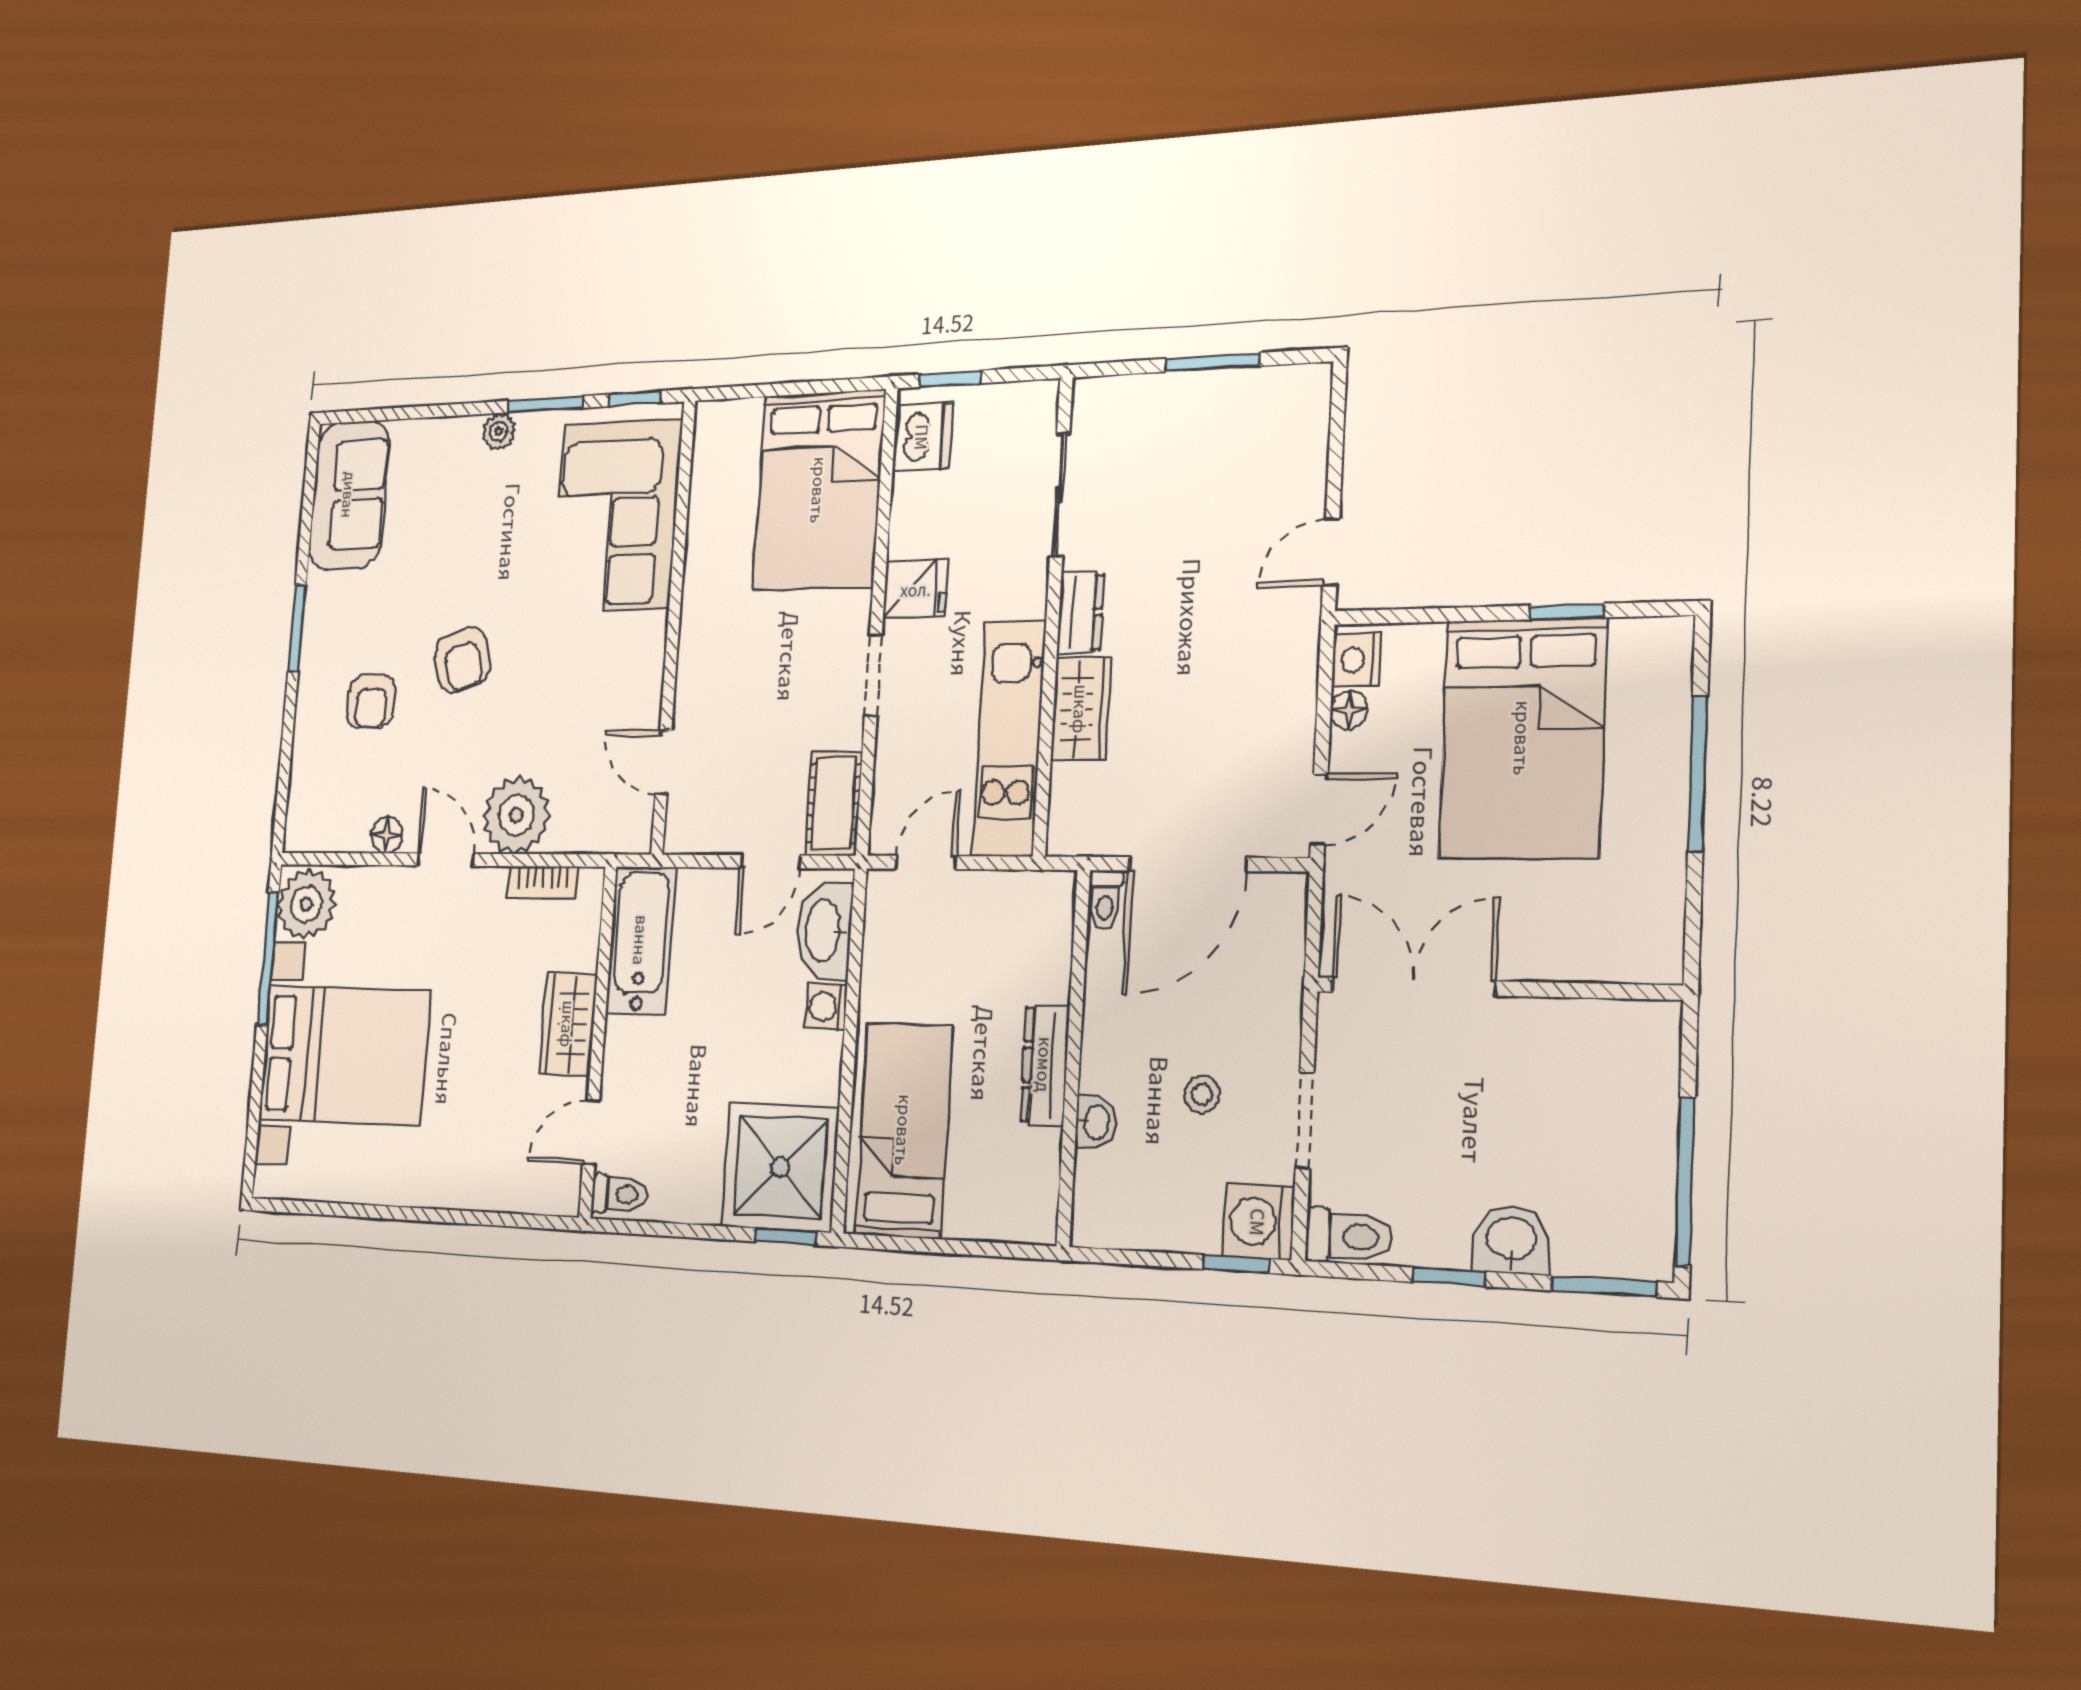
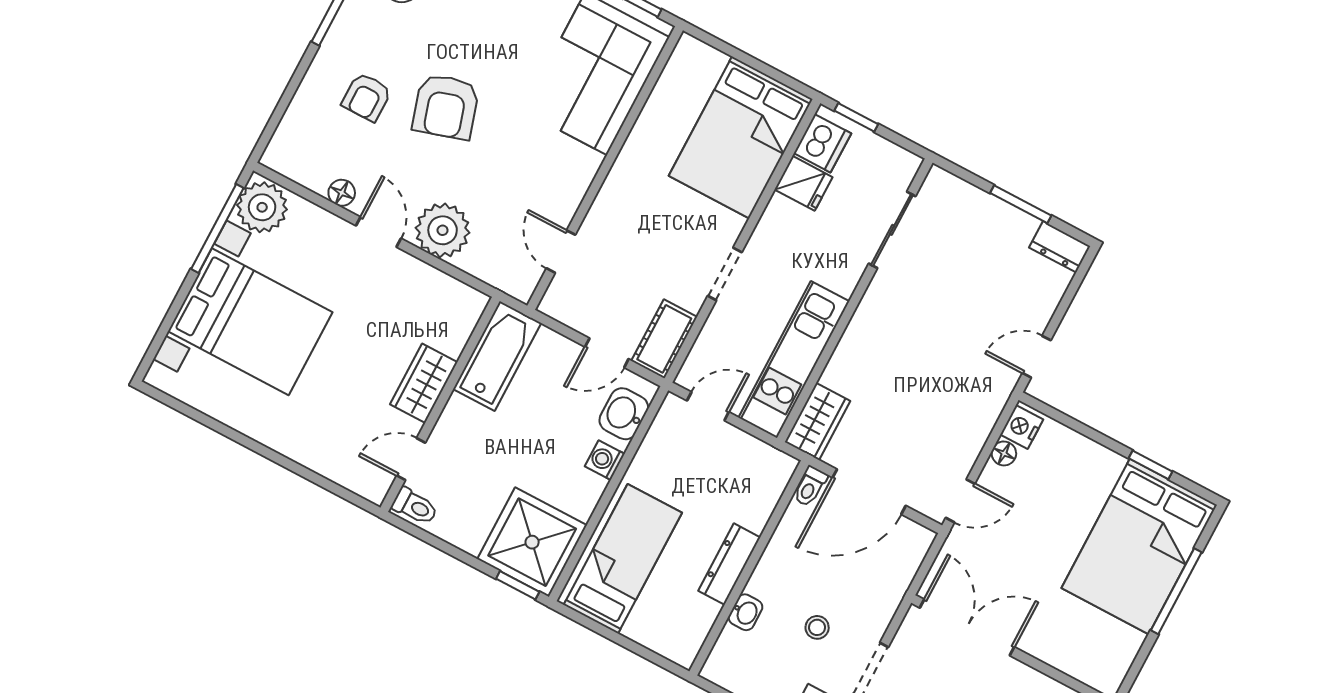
fridge: (916, 589) -> (803, 183), moved
dresser: (1080, 613) -> (1060, 247), moved, turned 90
armchair: (462, 660) -> (446, 107), width x1.38, depth x1.38
wardrobe: (1081, 709) -> (817, 422), moved
bed: (1523, 738) -> (1139, 547), moved
bookcase: (543, 882) -> (444, 284), removed
washbasin: (824, 931) -> (624, 414), width x0.72

